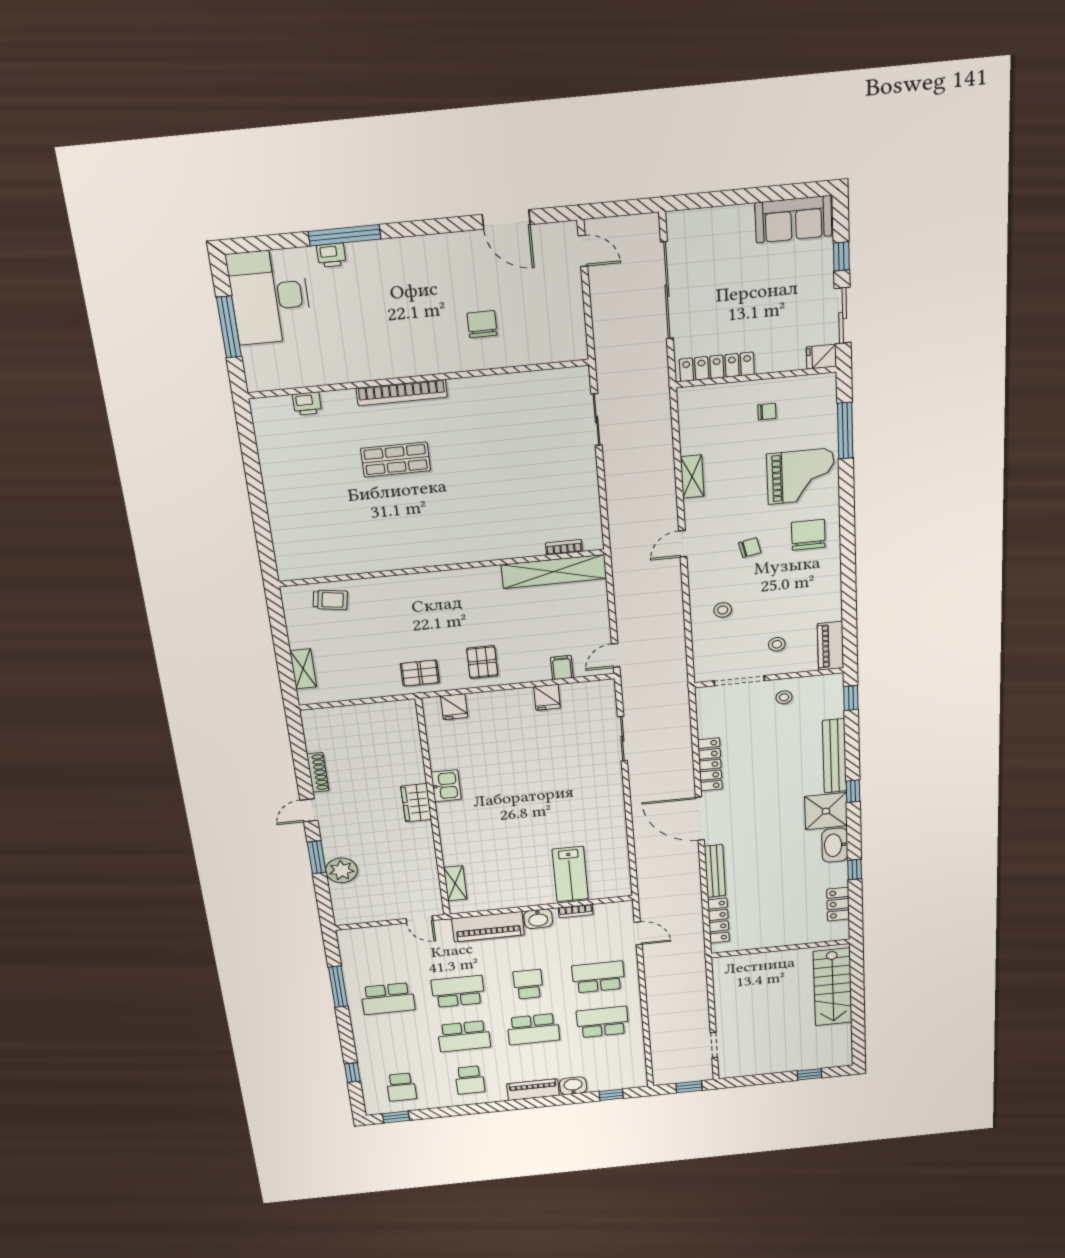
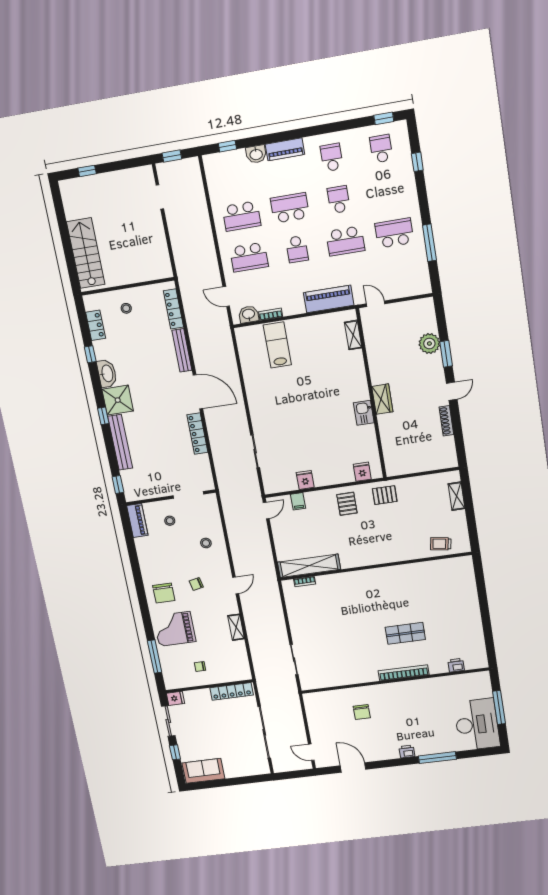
printer: (331, 255) -> (407, 752), moved
stool: (784, 697) -> (126, 308), moved
washbasin: (538, 919) -> (249, 314), moved
school desk: (464, 1036) -> (339, 200), width x0.54

